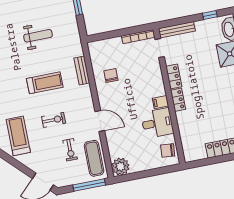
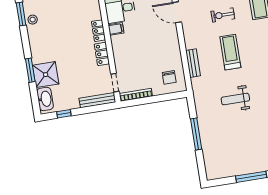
chair: (111, 76) -> (169, 77), moved
treadmill: (45, 83) -> (230, 52), turned 90

